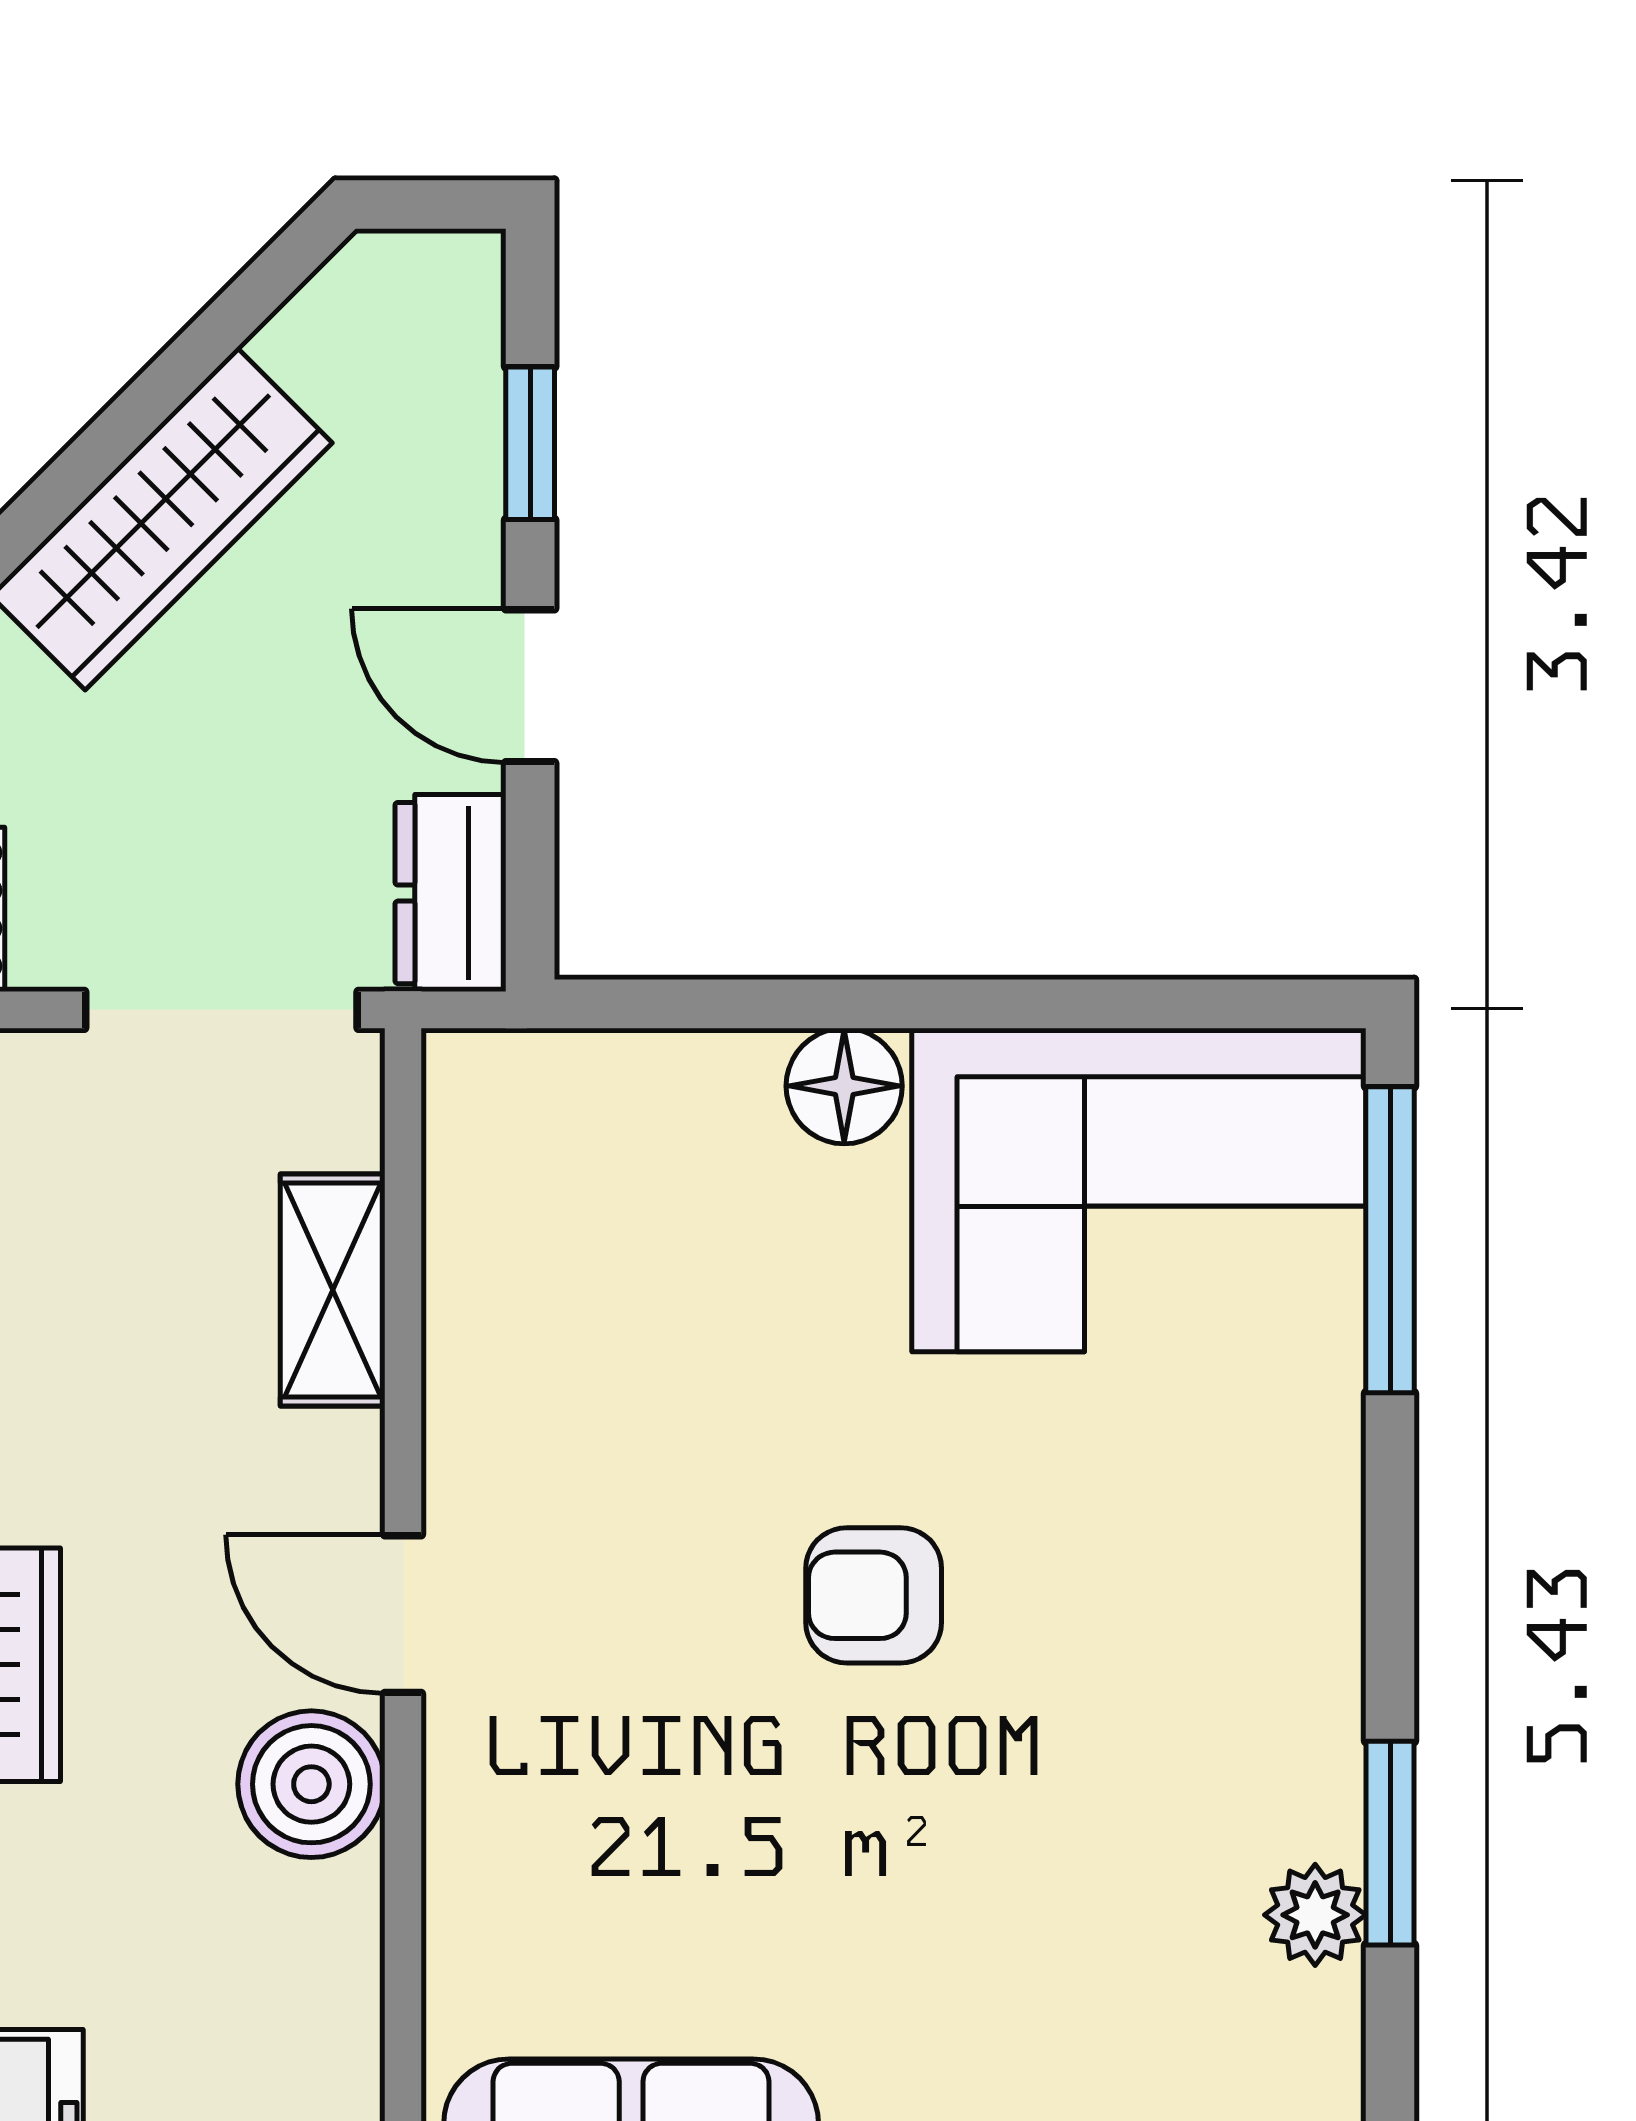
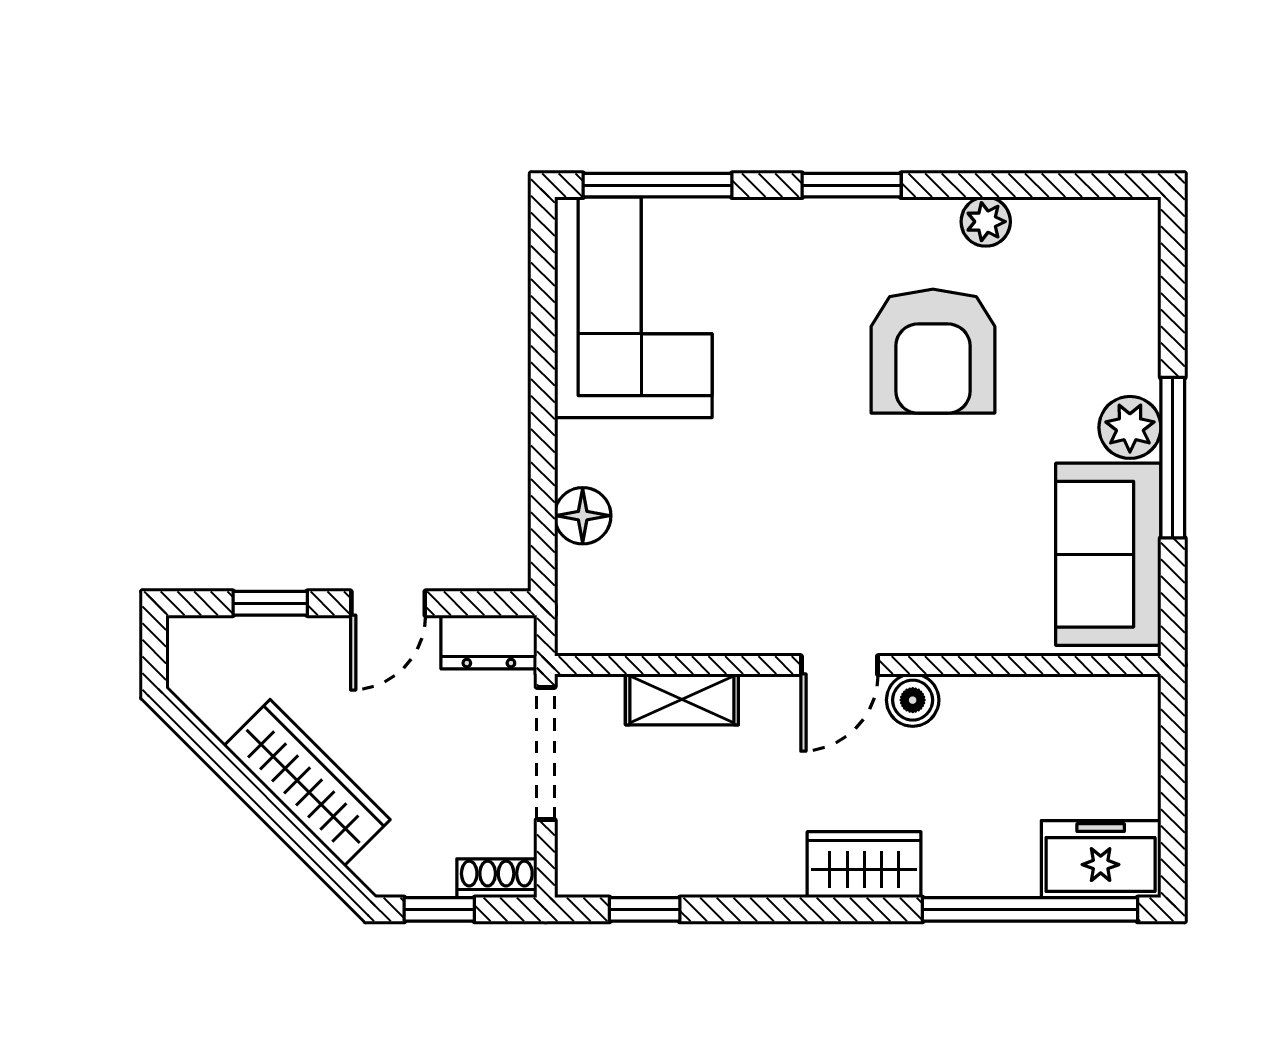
floor lamp: (844, 1086) -> (583, 516), moved
armchair: (874, 1595) -> (933, 351), moved, width x1.88, depth x1.88
boiler: (311, 1784) -> (913, 700), width x0.73, depth x0.73
window: (1390, 1843) -> (852, 185), moved

